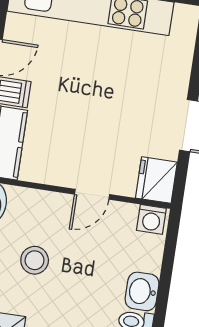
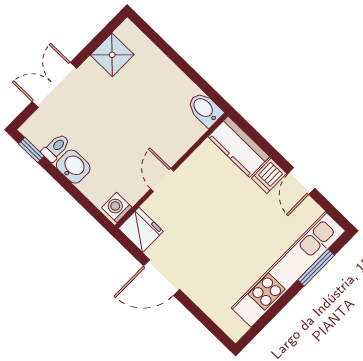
stool: (35, 260) -> (146, 110), removed

